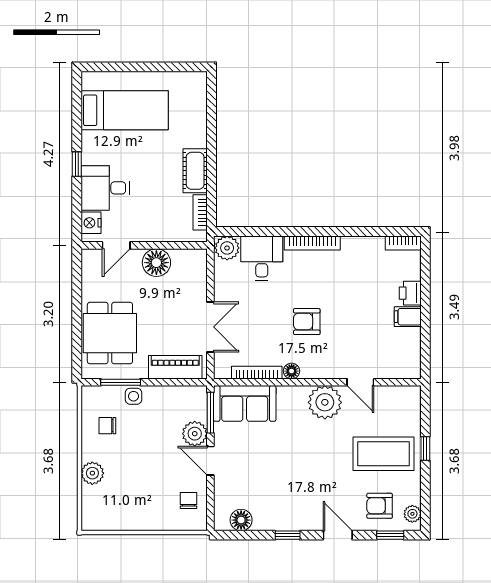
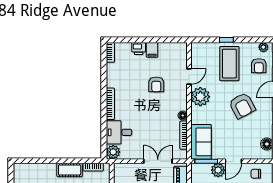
armchair: (307, 322) -> (156, 84), moved
armchair: (309, 476) -> (242, 106), added

